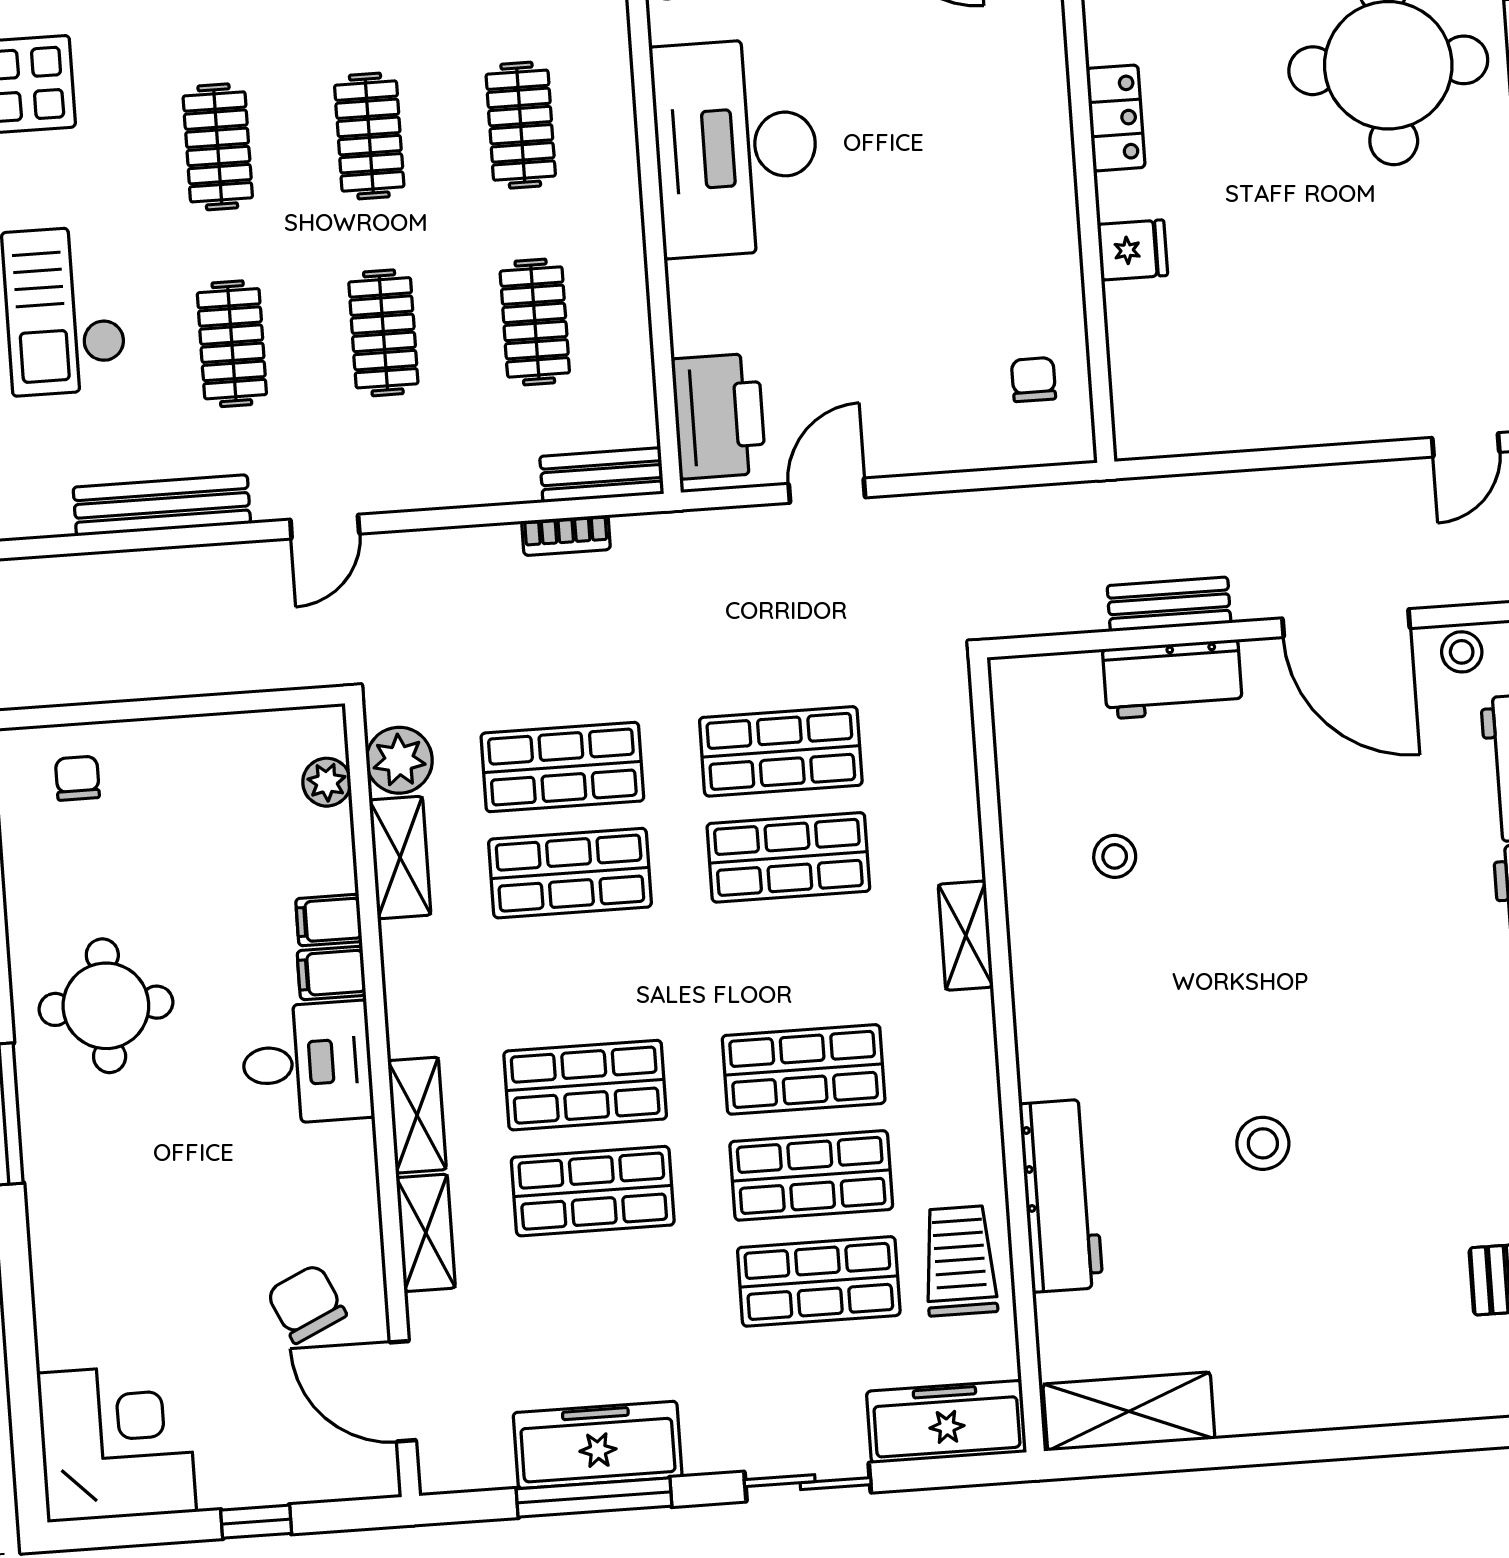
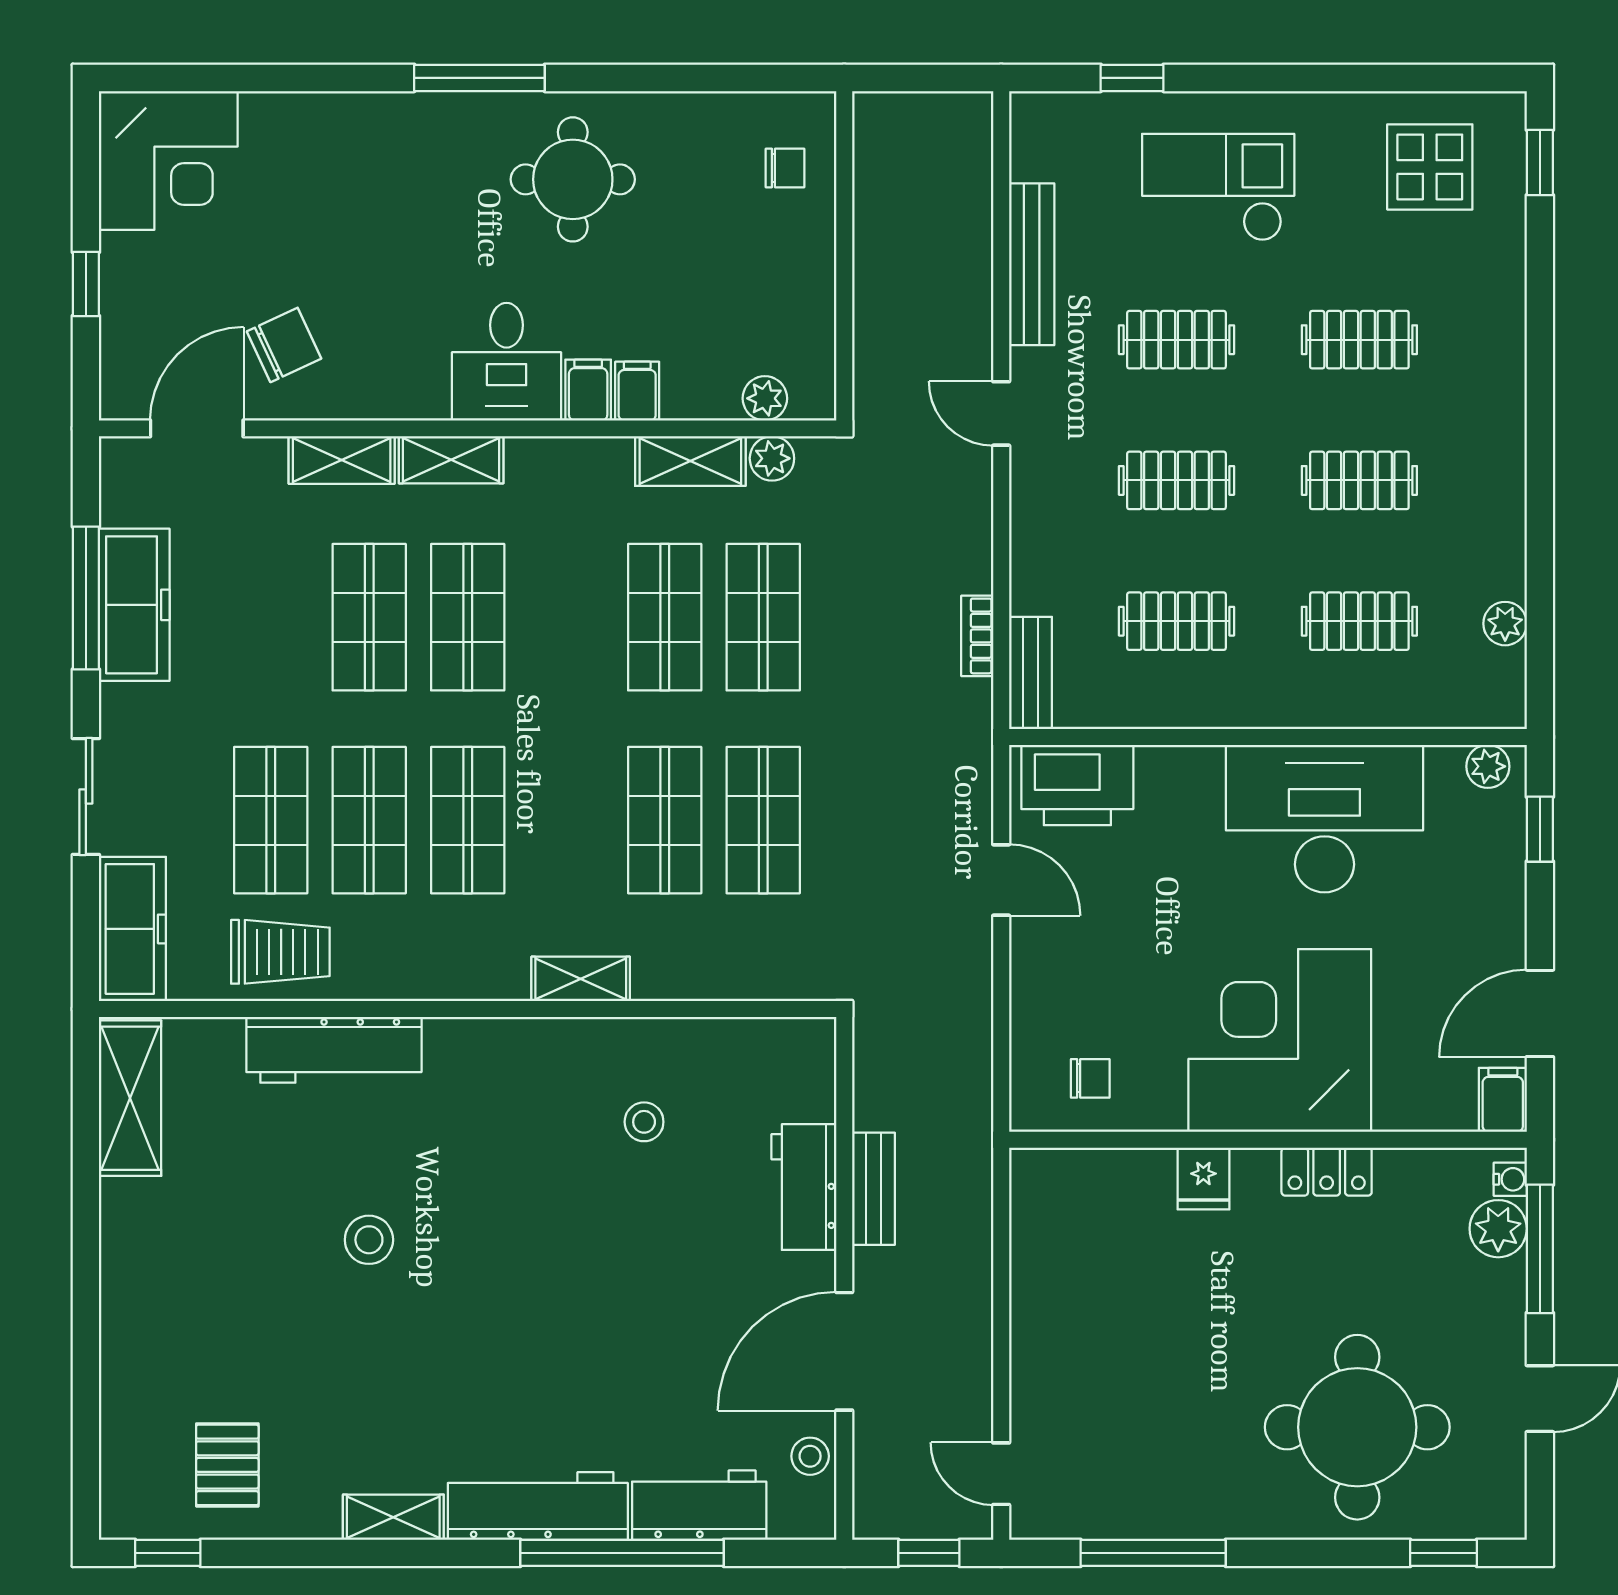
corner desk: (978, 178) -> (1280, 1040), added
plant: (399, 760) -> (772, 458), width x0.73, depth x0.73

